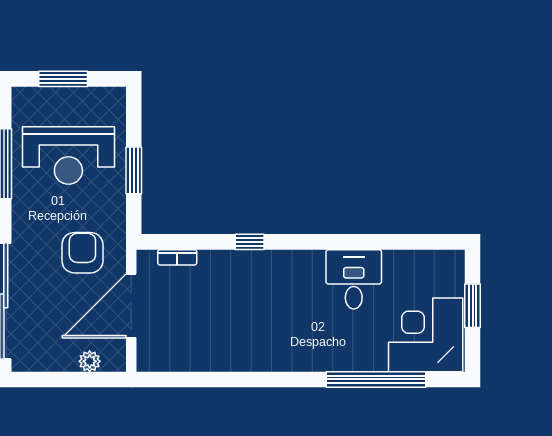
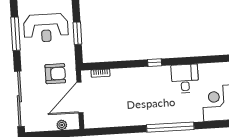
window: (250, 242) -> (155, 63), moved
armchair: (82, 253) -> (55, 74), turned 90
window: (376, 379) -> (170, 127), moved

